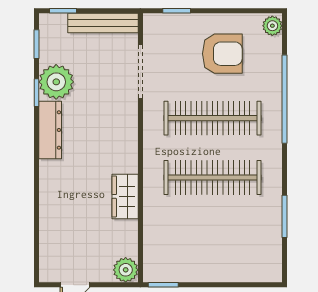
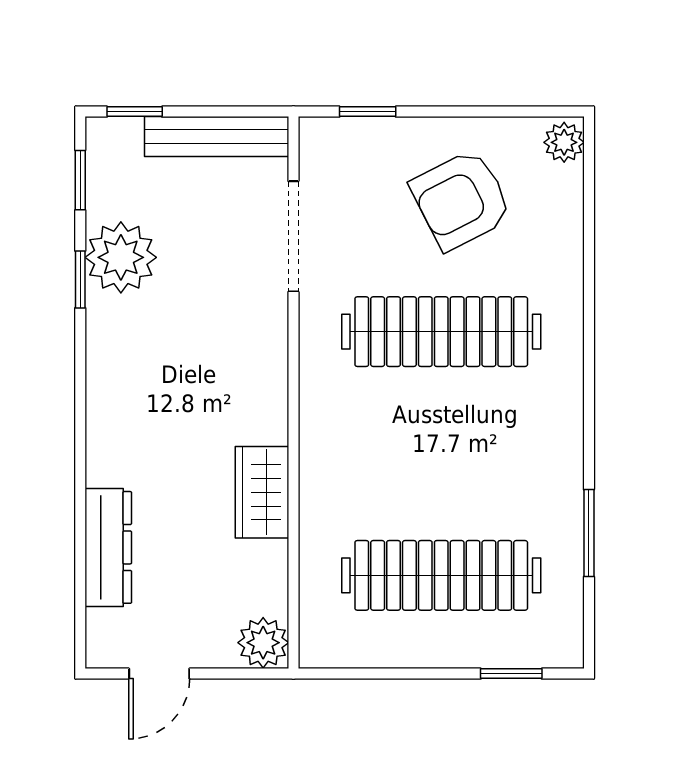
armchair: (222, 54) -> (461, 200), turned 153
window: (285, 99) -> (589, 293), removed
dresser: (50, 130) -> (108, 547), moved
clothes rail: (212, 178) -> (441, 575), moved
window: (163, 285) -> (511, 674), moved

